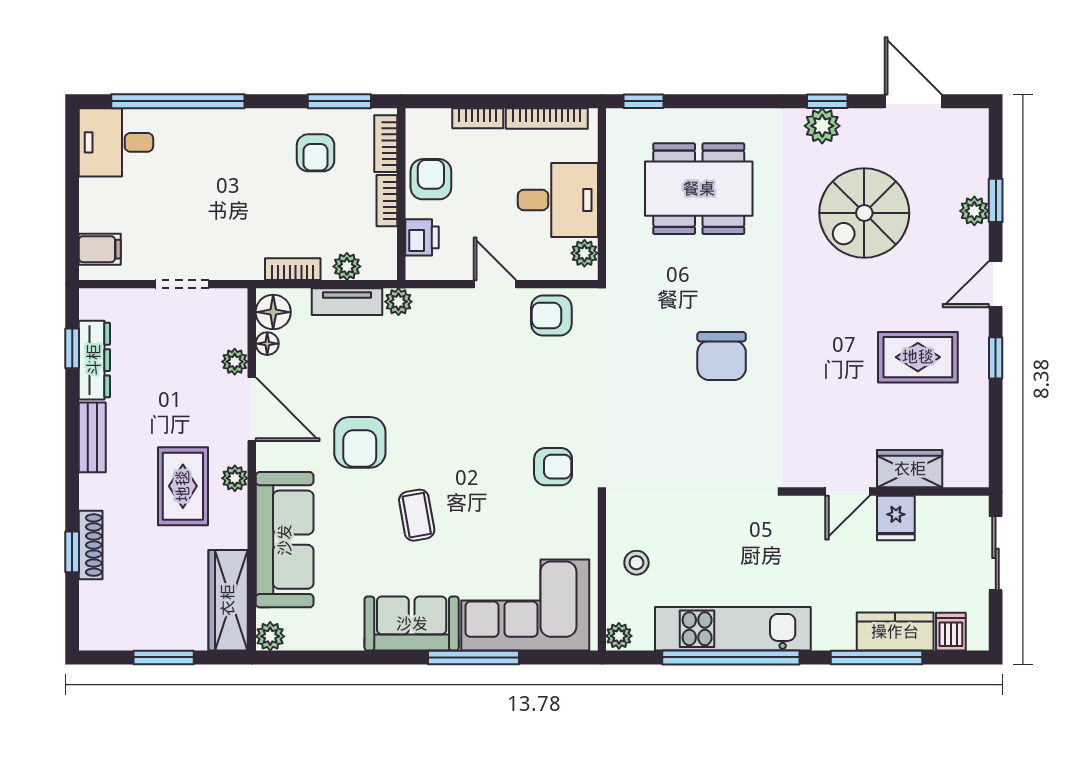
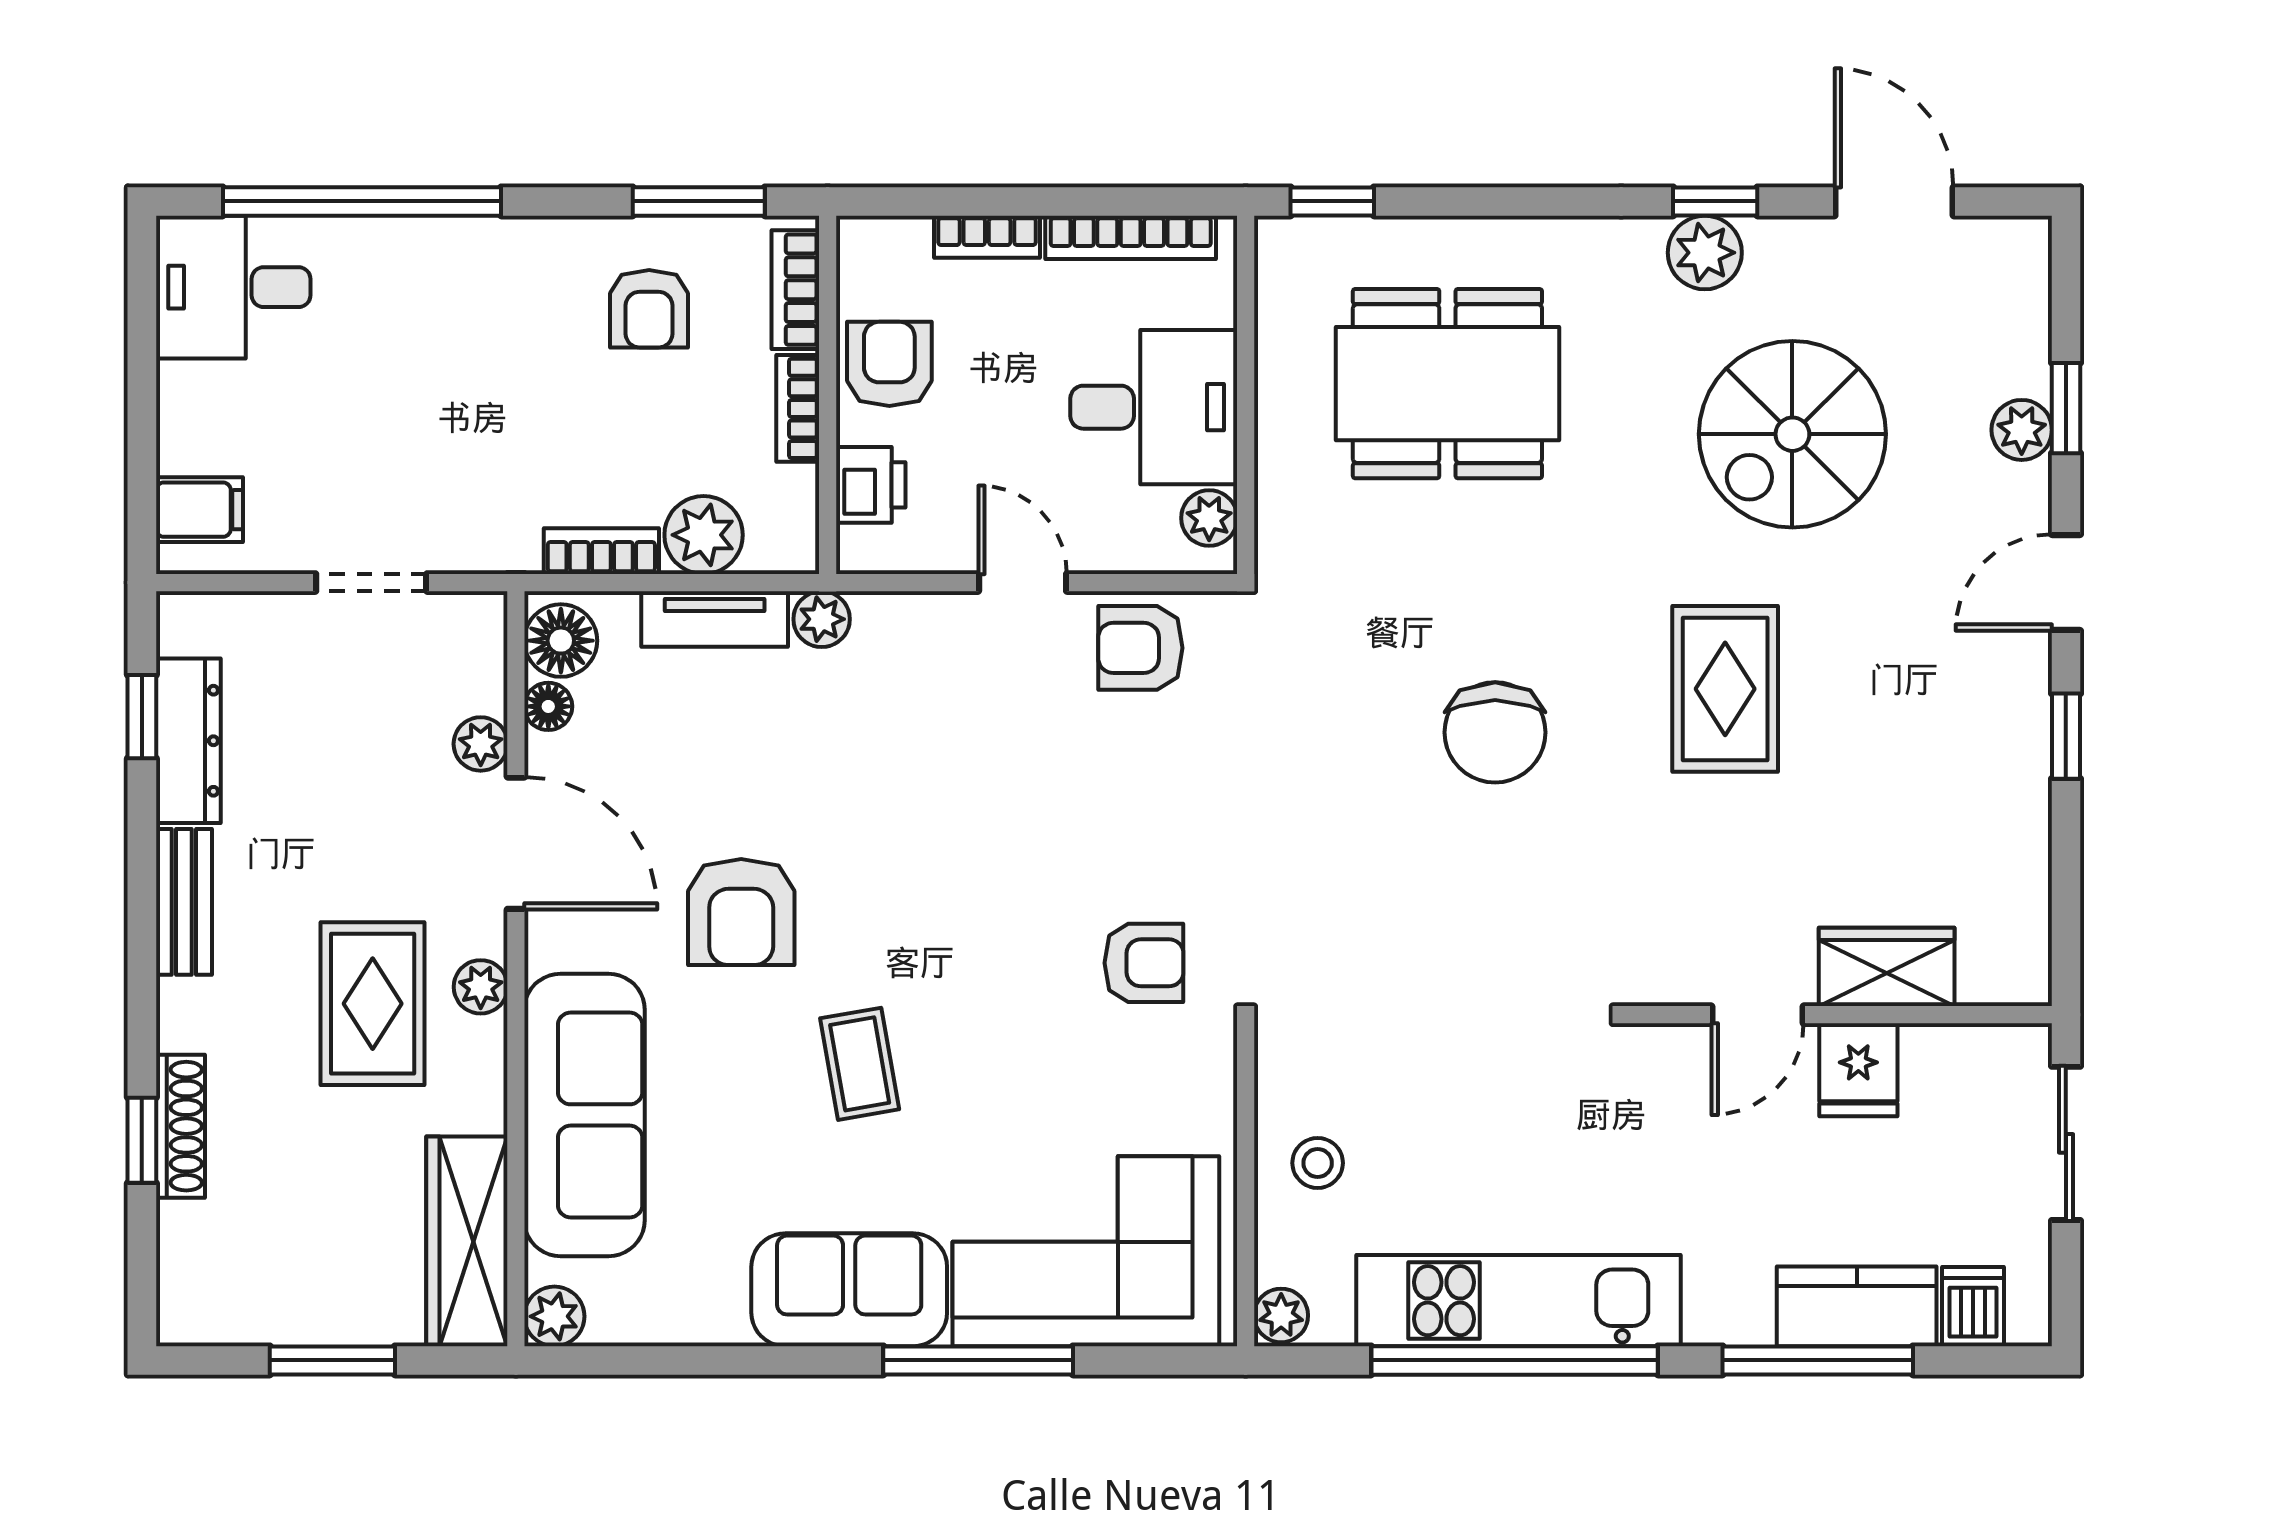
plant: (347, 266) -> (704, 535), width x1.38, depth x1.38
rug: (918, 357) -> (1725, 689), moved, turned 90

